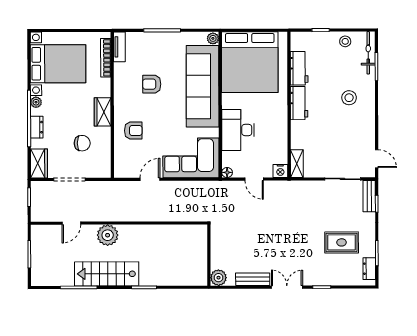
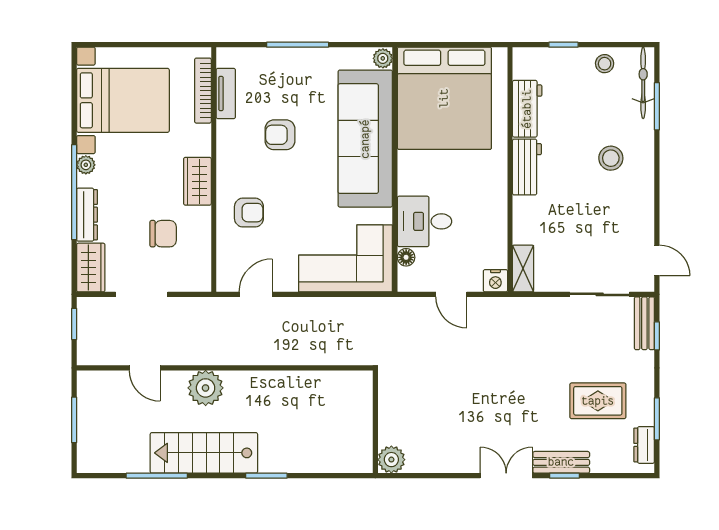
tv unit: (119, 47) -> (226, 93), moved
dresser: (37, 127) -> (87, 215), width x1.44
desk: (238, 130) -> (425, 221), width x0.73
floor lamp: (227, 172) -> (406, 257), moved
door: (150, 179) -> (256, 294), moved
door: (71, 223) -> (145, 368), hinge flipped
bench: (253, 279) -> (561, 462), moved

